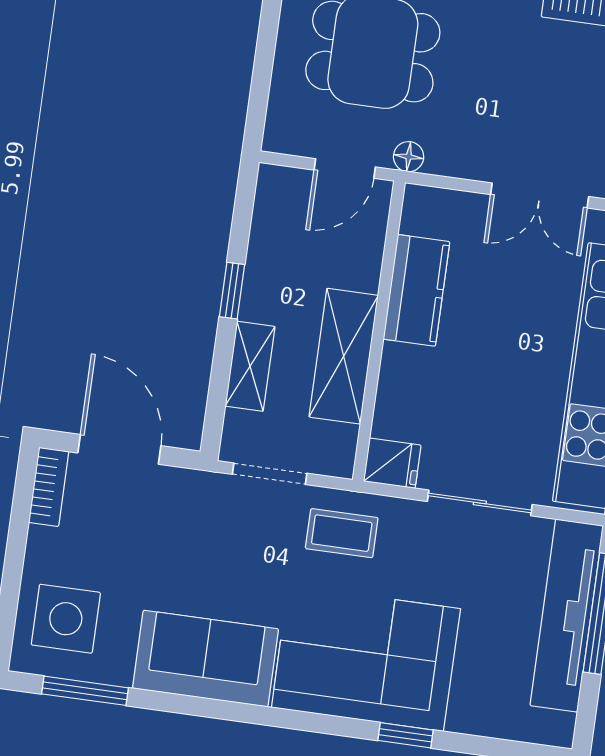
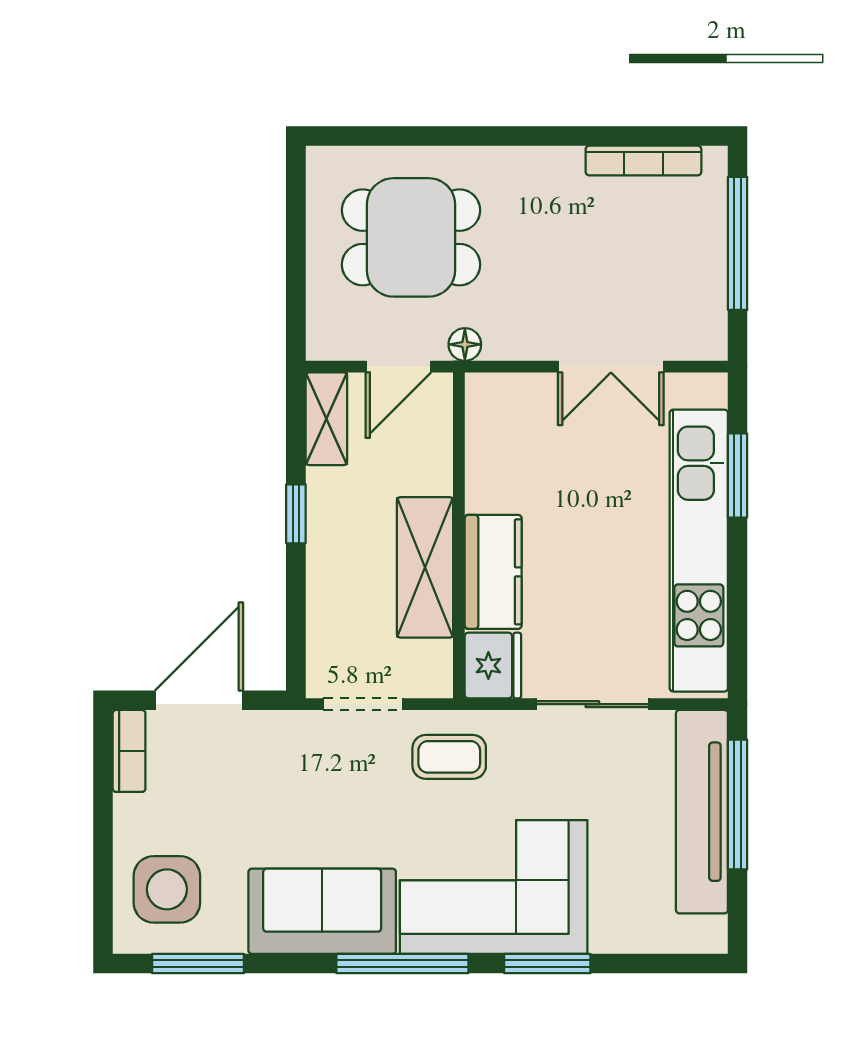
kitchen counter: (417, 290) -> (493, 572), moved
shelving: (250, 366) -> (326, 419), moved
door: (119, 449) -> (199, 700), hinge flipped
fridge: (392, 463) -> (493, 666), width x1.38
window: (272, 717) -> (402, 964), added
window: (405, 735) -> (547, 964), width x1.50

